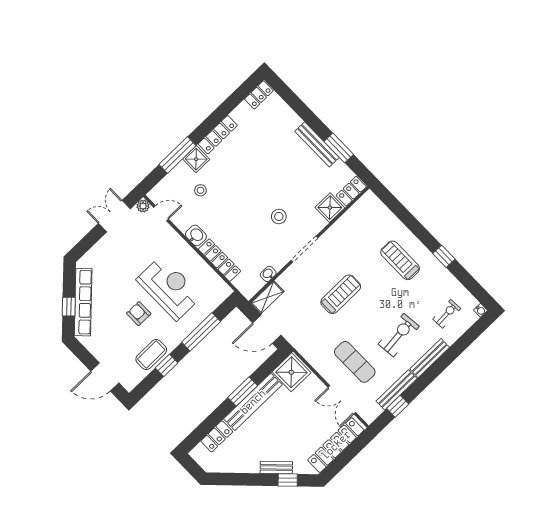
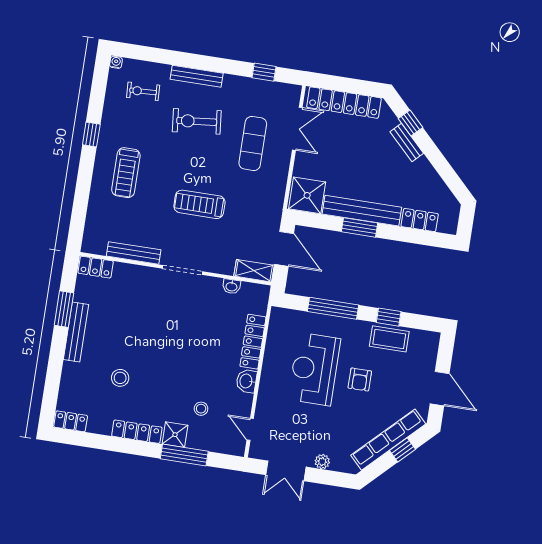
plant: (143, 206) -> (322, 462), moved
shower: (330, 208) -> (126, 276), removed
stool: (279, 216) -> (120, 378), moved
door: (105, 377) -> (440, 389), moved
bench: (397, 390) -> (134, 253), moved

